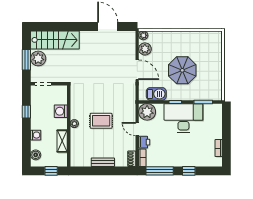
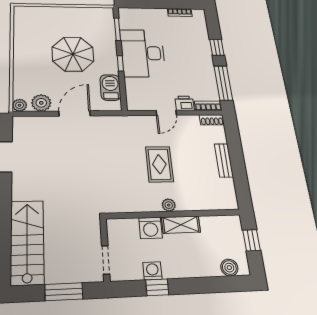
plant: (38, 58) -> (61, 270), removed
plant: (147, 112) -> (139, 100), removed
washing machine: (36, 135) -> (152, 271), moved
shelving: (62, 141) -> (181, 225), moved

